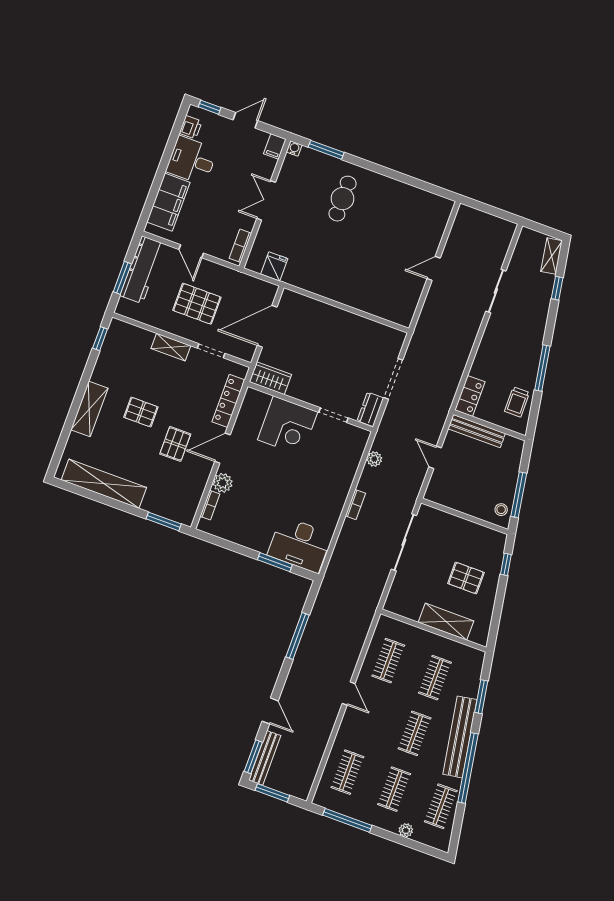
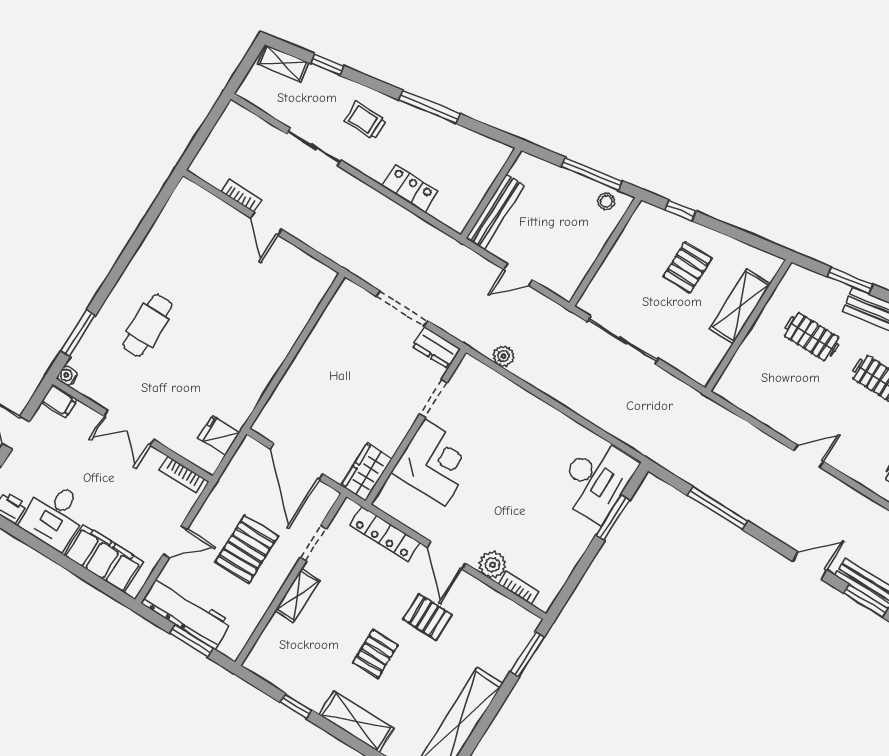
cafe table: (343, 199) -> (148, 325), turned 90
window: (100, 339) -> (296, 706), moved
locker: (470, 396) -> (410, 188), moved
trolley: (517, 402) -> (365, 121), moved, turned 180
bookcase: (356, 505) -> (241, 196), moved
clothes rail: (388, 661) -> (776, 394), removed

